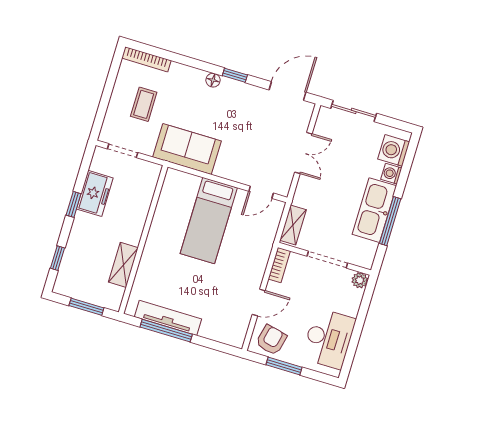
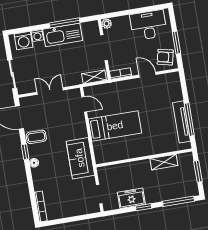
coffee table: (144, 104) -> (36, 137), moved
window: (57, 258) -> (178, 201), width x2.17

